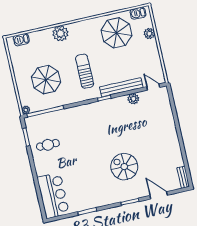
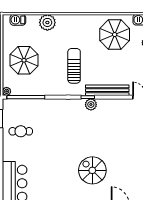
plant: (60, 33) -> (47, 22), moved
parasol: (46, 80) -> (24, 60), moved
plant: (133, 99) -> (91, 105), moved

